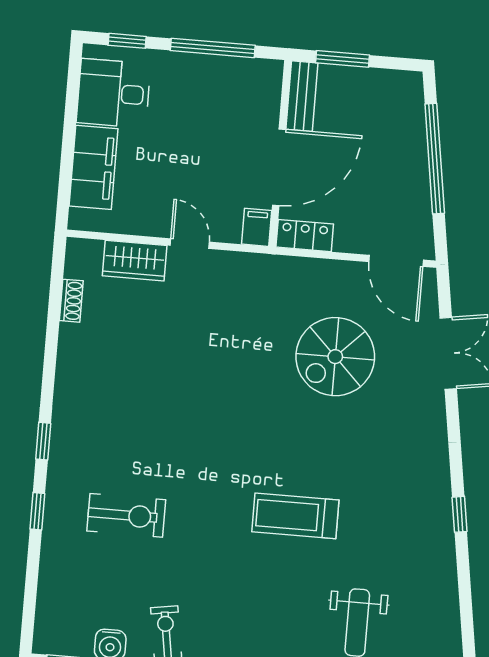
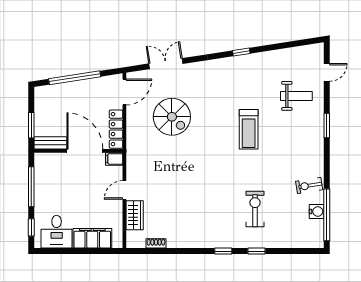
locker: (305, 236) -> (116, 129), width x1.53

